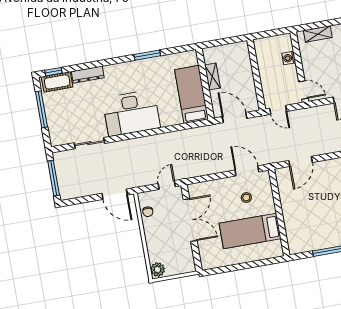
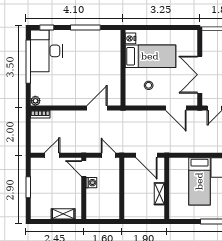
washing machine: (289, 58) -> (91, 183), moved
bed: (192, 94) -> (199, 181), moved
door: (247, 171) -> (176, 108), moved
nightstand: (276, 247) -> (130, 38), added

